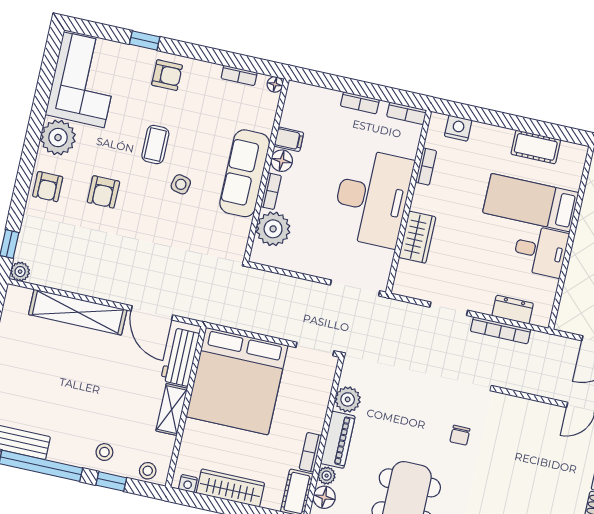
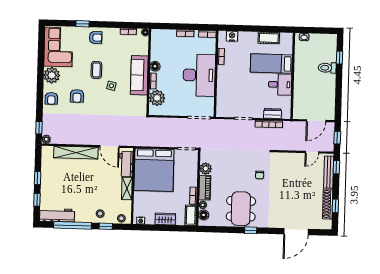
filing cabinet: (289, 139) -> (156, 56), removed
wardrobe: (417, 237) -> (223, 89), removed
wardrobe: (230, 488) -> (165, 219), width x0.67

